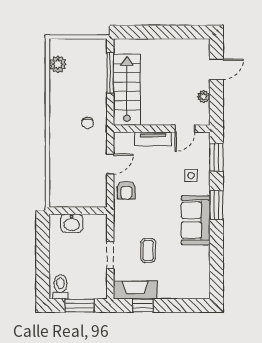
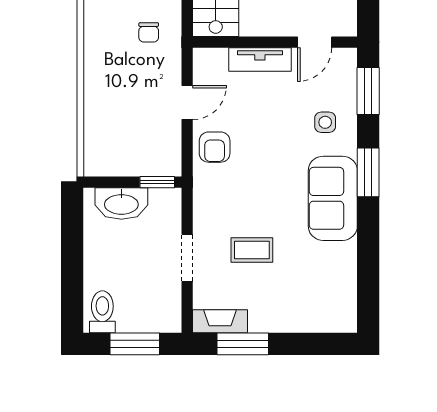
window: (93, 211) -> (157, 182), added
washbasin: (72, 223) -> (121, 204), width x1.38
coffee table: (148, 250) -> (252, 250), turned 90
fireplace: (135, 290) -> (220, 321), width x0.73, depth x0.76
window: (143, 306) -> (243, 344), width x1.50

